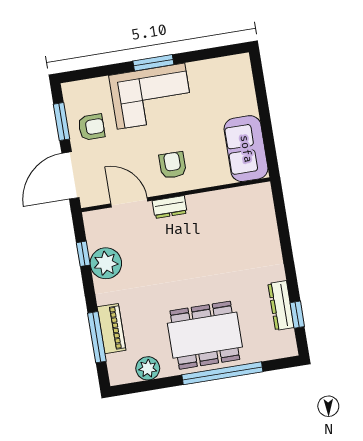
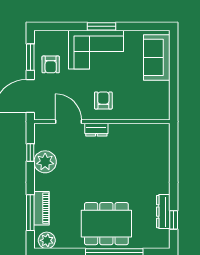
armchair: (91, 127) -> (51, 64), turned 90
sofa: (246, 149) -> (157, 57), moved
plant: (148, 368) -> (47, 240), moved

